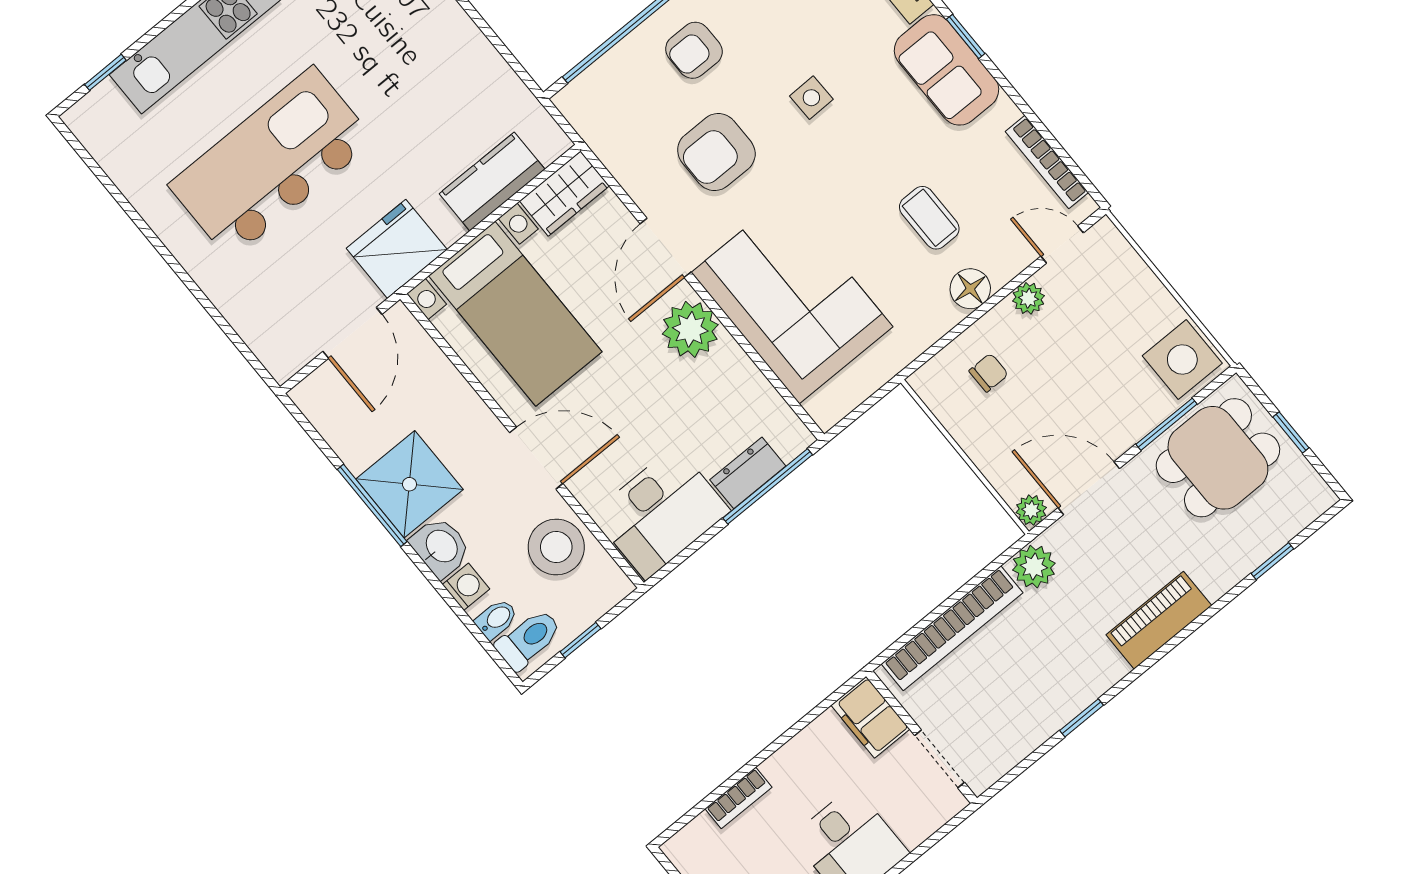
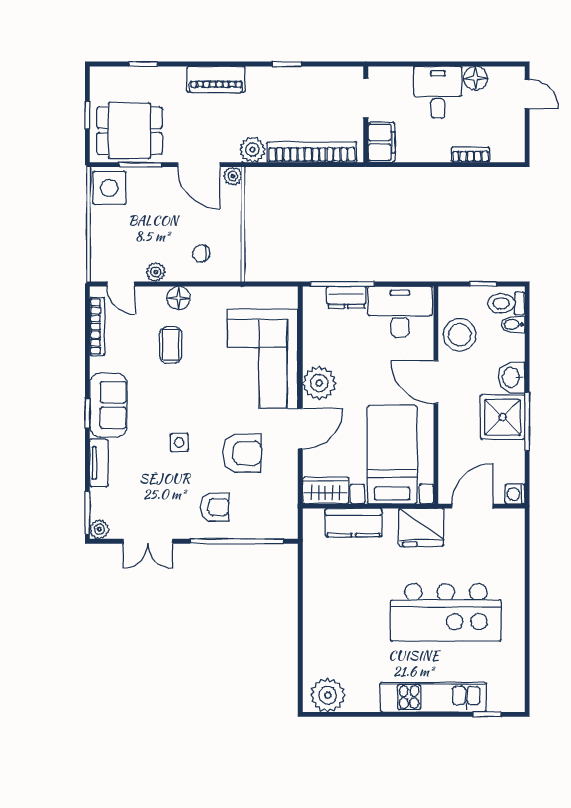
washing machine: (466, 587) -> (515, 494), moved

